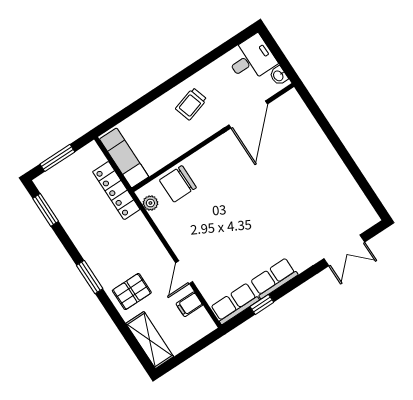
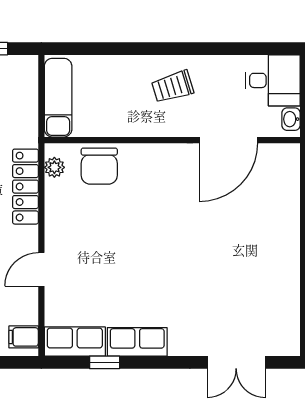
chair: (178, 184) -> (99, 166), turned -90
locker: (116, 191) -> (25, 187), moved
filing cabinet: (189, 304) -> (24, 337), moved

